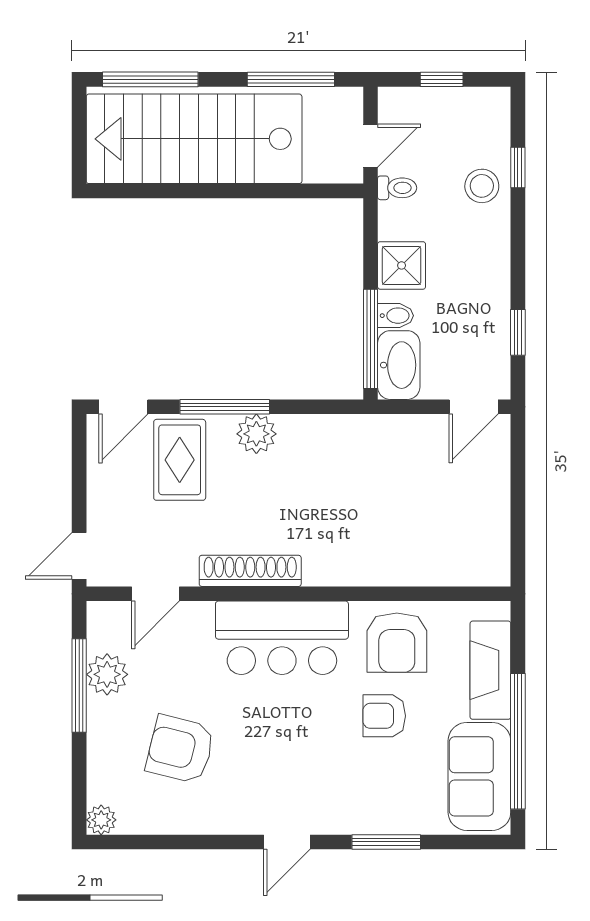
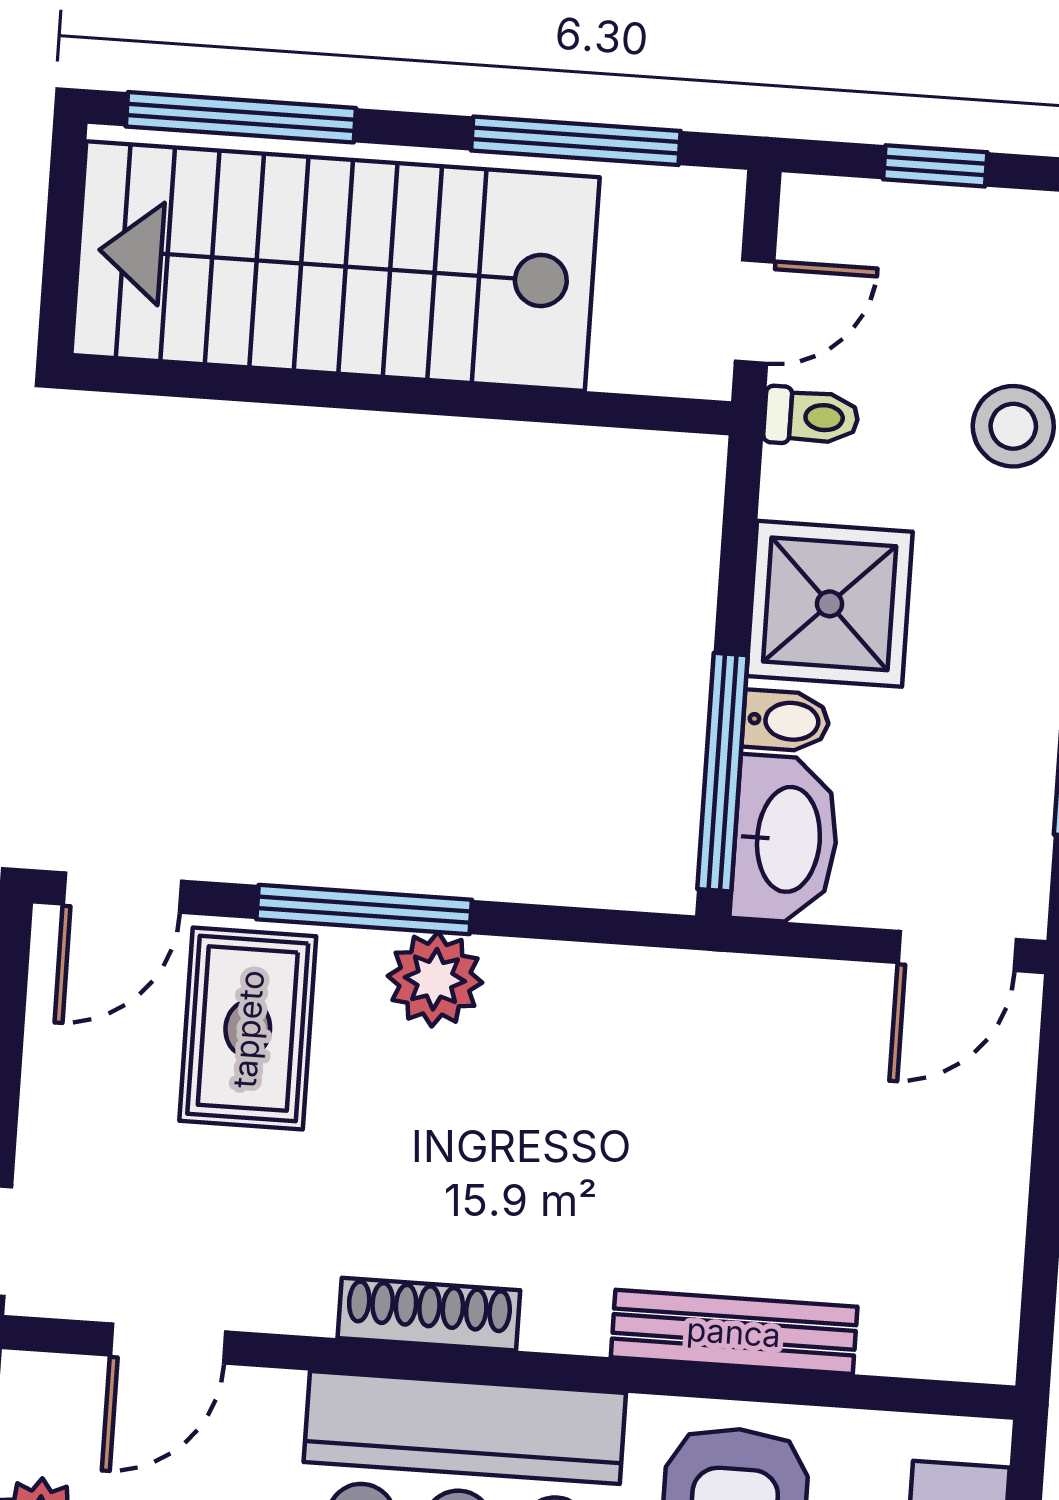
shower: (402, 265) -> (830, 604), width x1.36, depth x1.36
shoe rack: (250, 571) -> (429, 1314), width x0.74, depth x0.81
bench: (392, 572) -> (734, 1332), added

